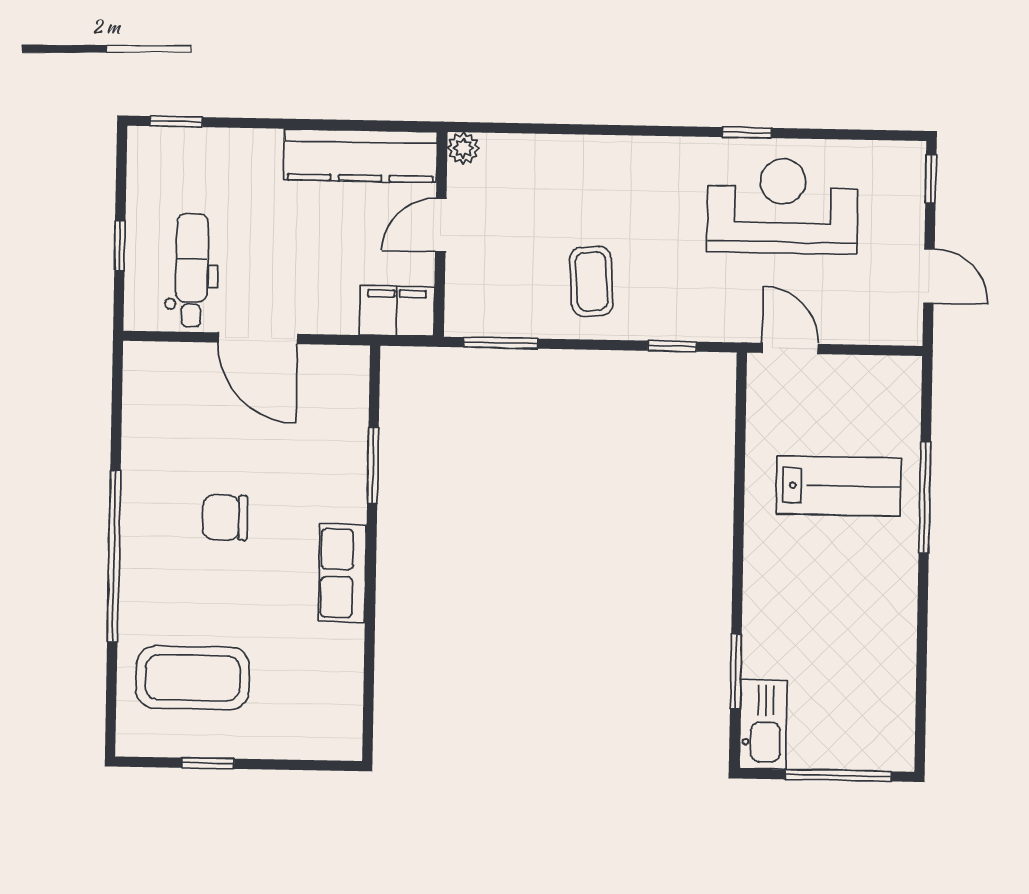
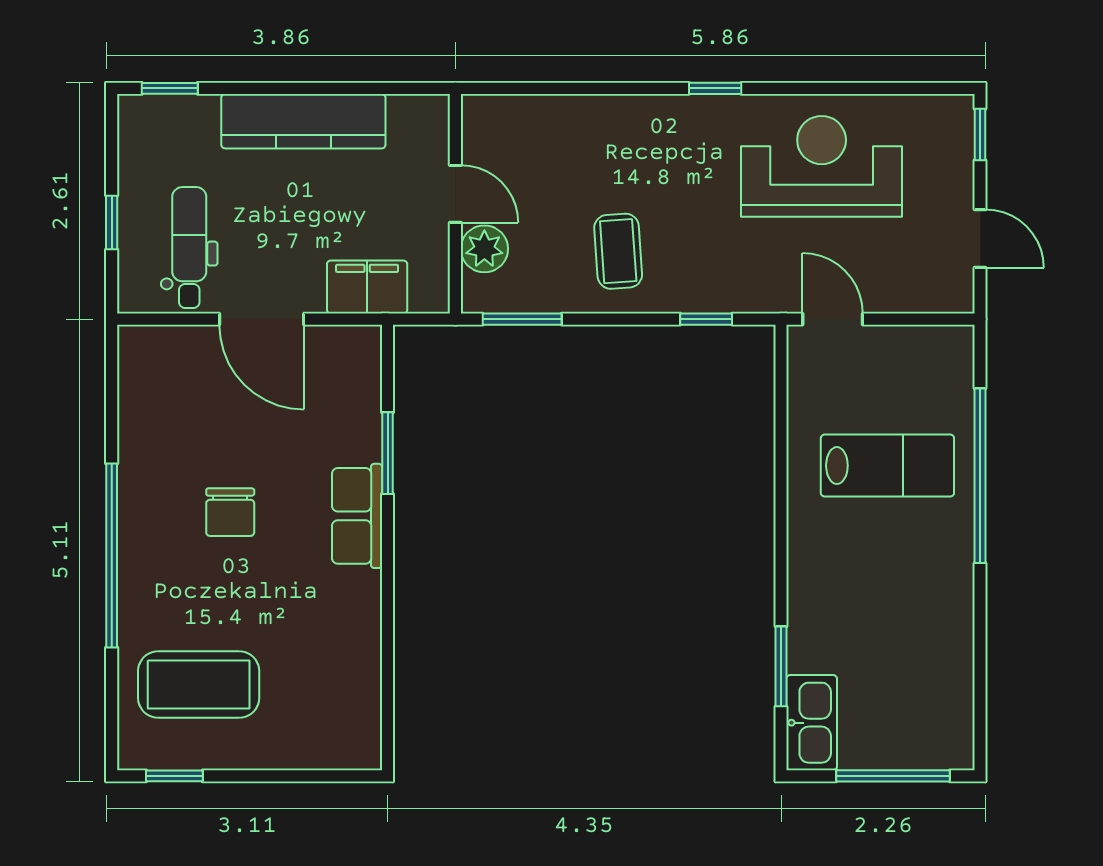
window: (747, 133) -> (715, 88), moved
plant: (463, 148) -> (484, 249), moved, width x1.38, depth x1.38
kitchen counter: (361, 156) -> (303, 121), moved
door: (441, 225) -> (455, 194), swing flipped
filing cabinet: (397, 311) -> (367, 287), moved
window: (925, 497) -> (980, 476), width x1.46
chair: (225, 518) -> (230, 512), turned -90
row of seats: (342, 573) -> (357, 516), moved
window: (208, 763) -> (174, 776), moved

